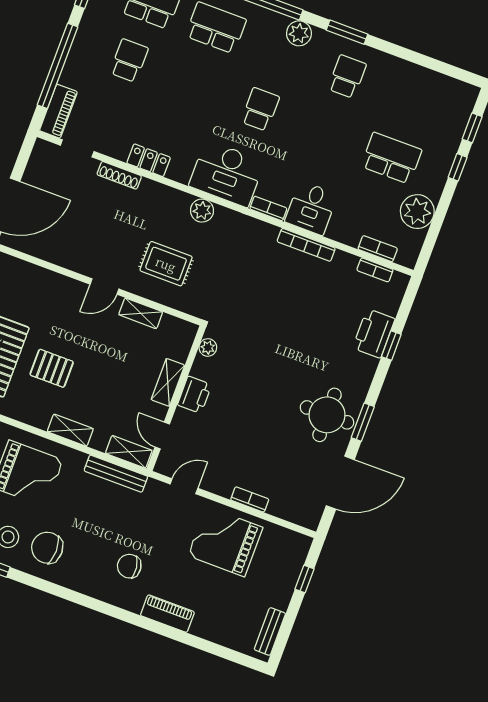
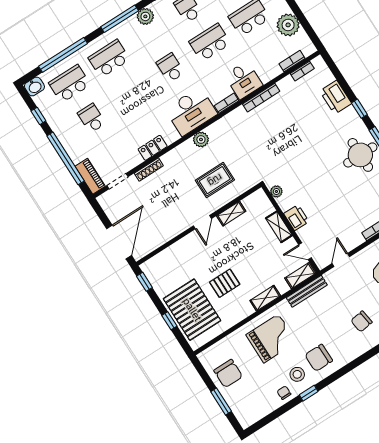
school desk: (326, 134) -> (210, 42), added
window: (391, 346) -> (359, 109), moved

